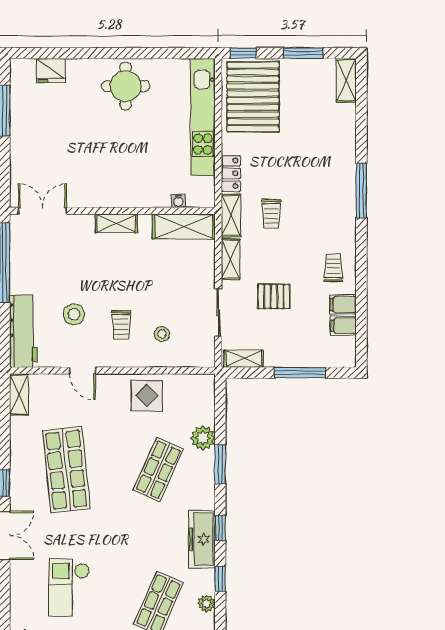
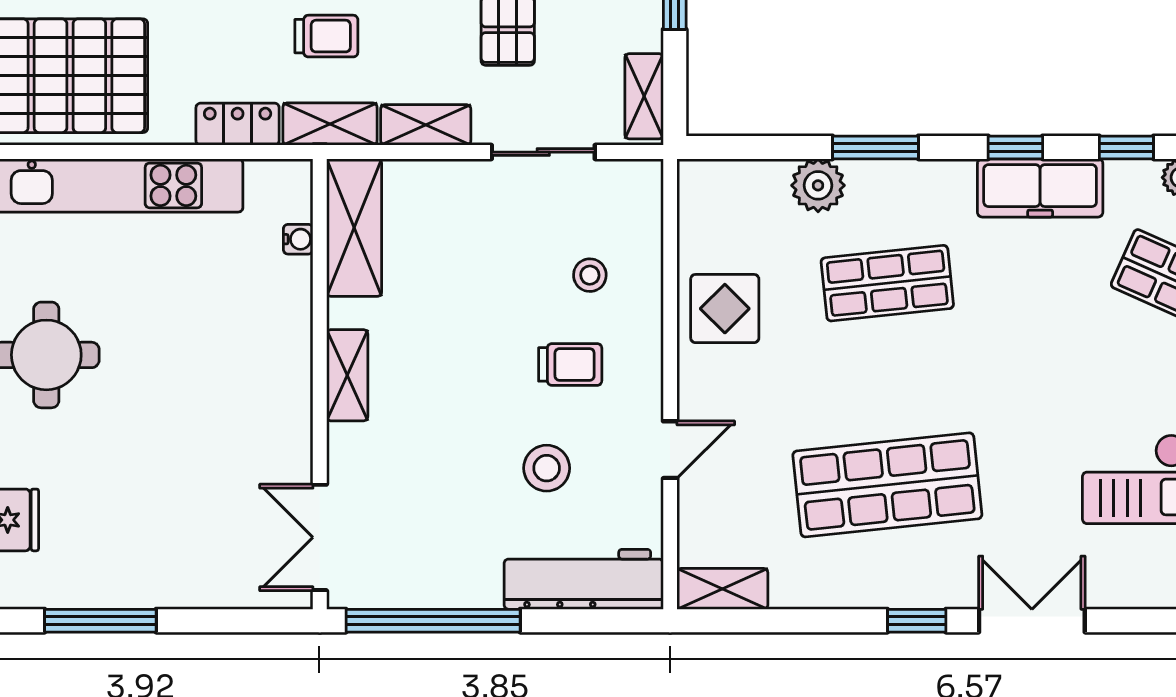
shop shelf: (158, 470) -> (887, 283), turned -30

